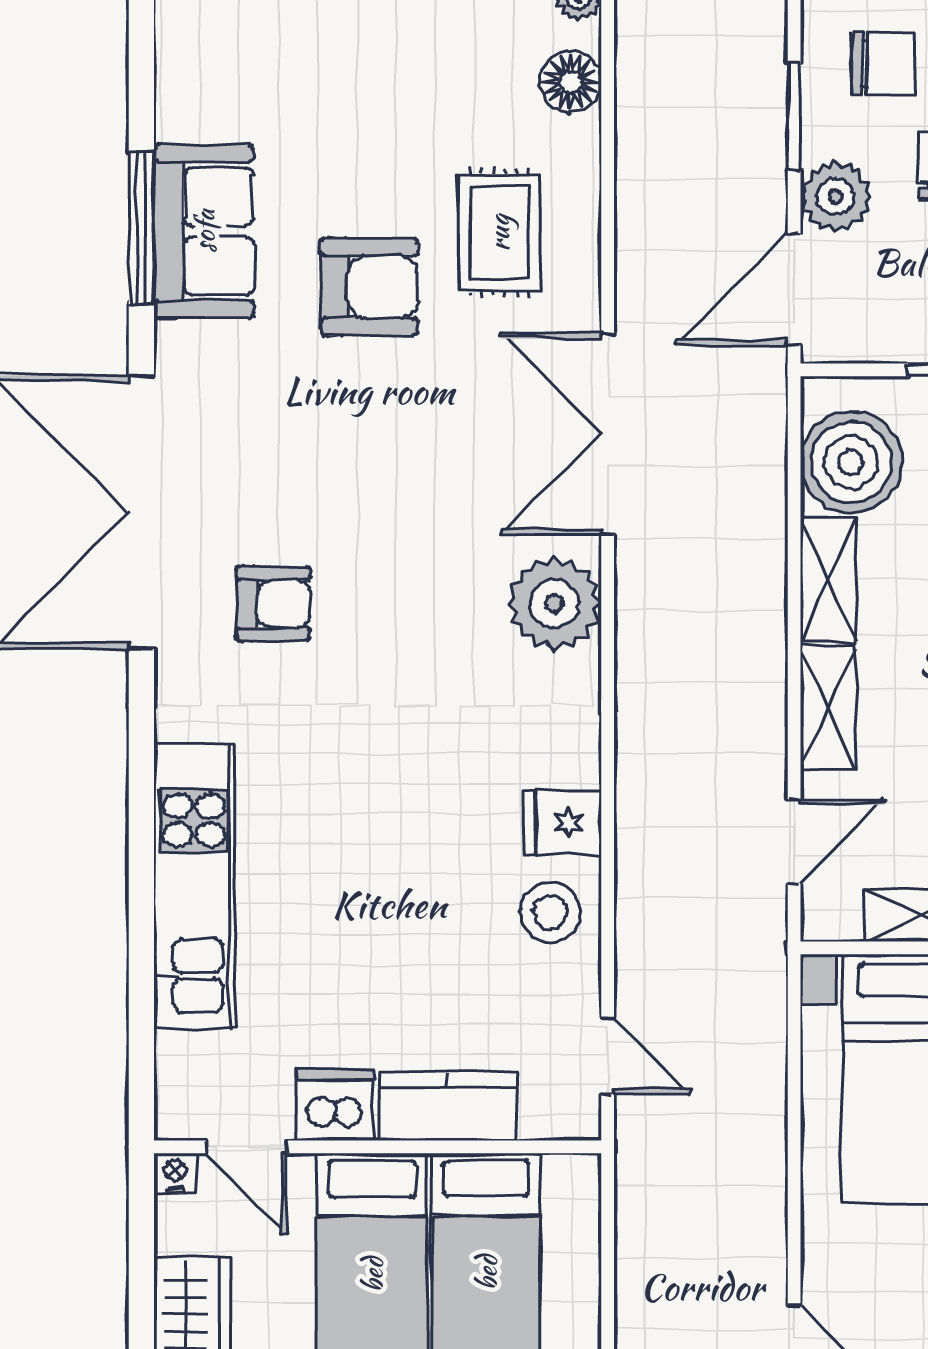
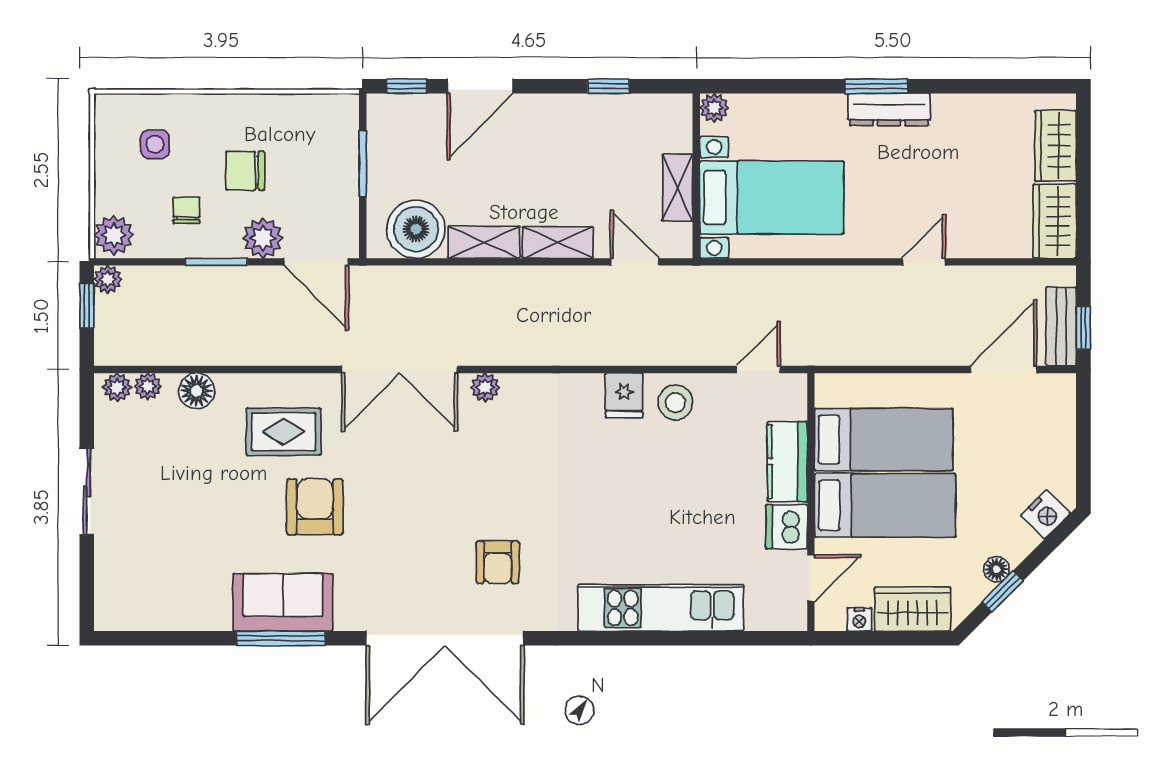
chair: (883, 64) -> (186, 210), width x0.73, depth x0.73
armchair: (273, 604) -> (498, 562), turned 180
plant: (554, 604) -> (485, 387), width x0.53, depth x0.53
nightstand: (175, 1173) -> (859, 619), moved, turned -90

